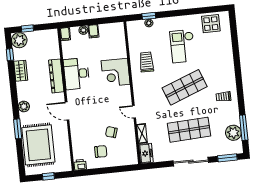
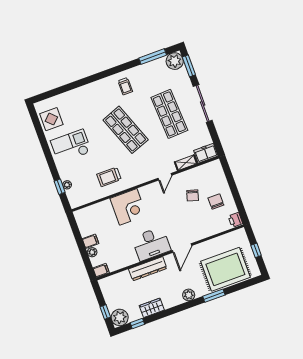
checkout: (183, 46) -> (71, 146), moved, turned 180
desk: (76, 74) -> (151, 244), moved
plant: (233, 133) -> (175, 61), moved

